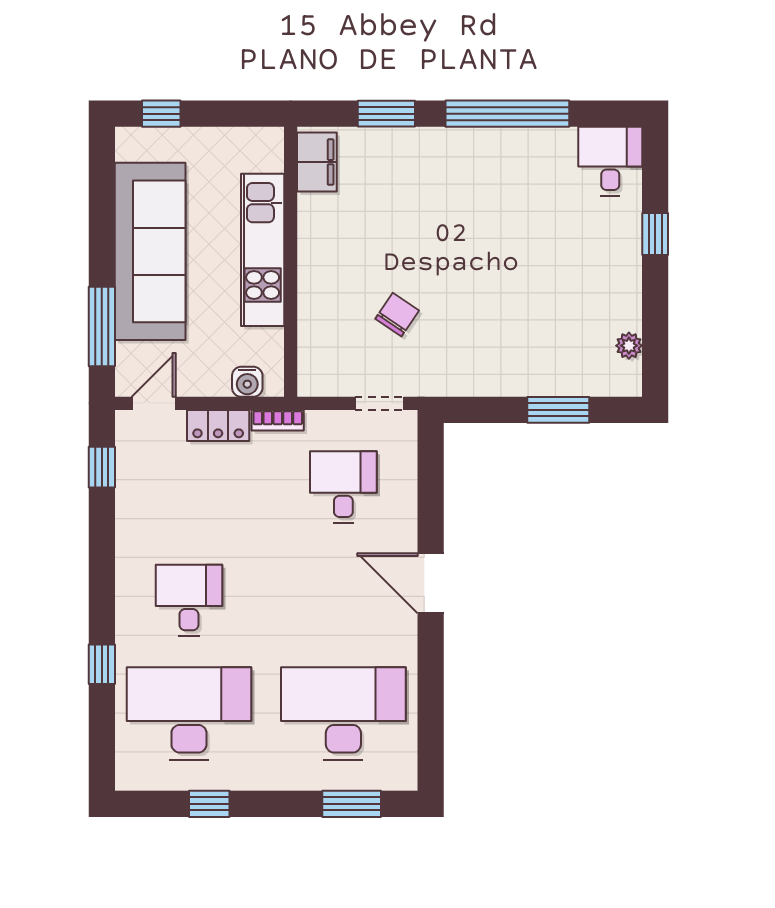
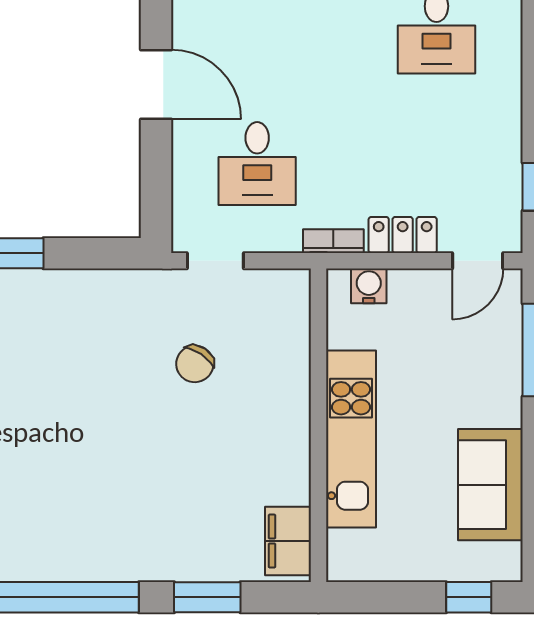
sofa: (150, 251) -> (490, 485), width x0.54, depth x0.79
door: (431, 583) -> (156, 85), moved

